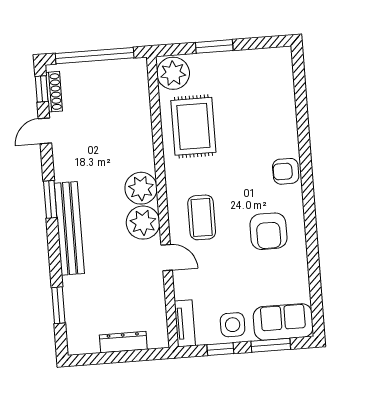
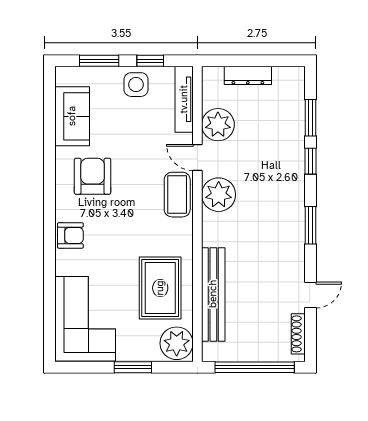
window: (42, 89) -> (311, 161), moved
corner sofa: (265, 90) -> (85, 319), added
plant: (141, 188) -> (218, 125), moved
coffee table: (202, 217) -> (177, 195), moved
bench: (69, 228) -> (213, 294), moved
sofa: (283, 322) -> (72, 116), moved, turned -90
tv unit: (185, 323) -> (184, 99), width x1.41

